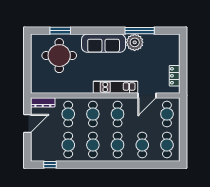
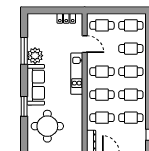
window: (60, 31) -> (24, 106), moved

